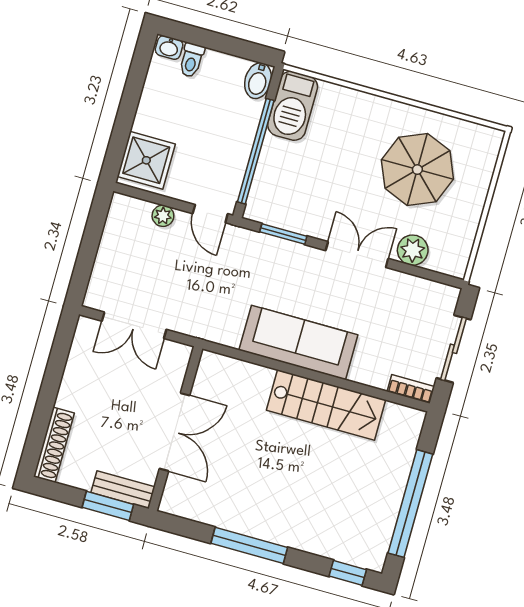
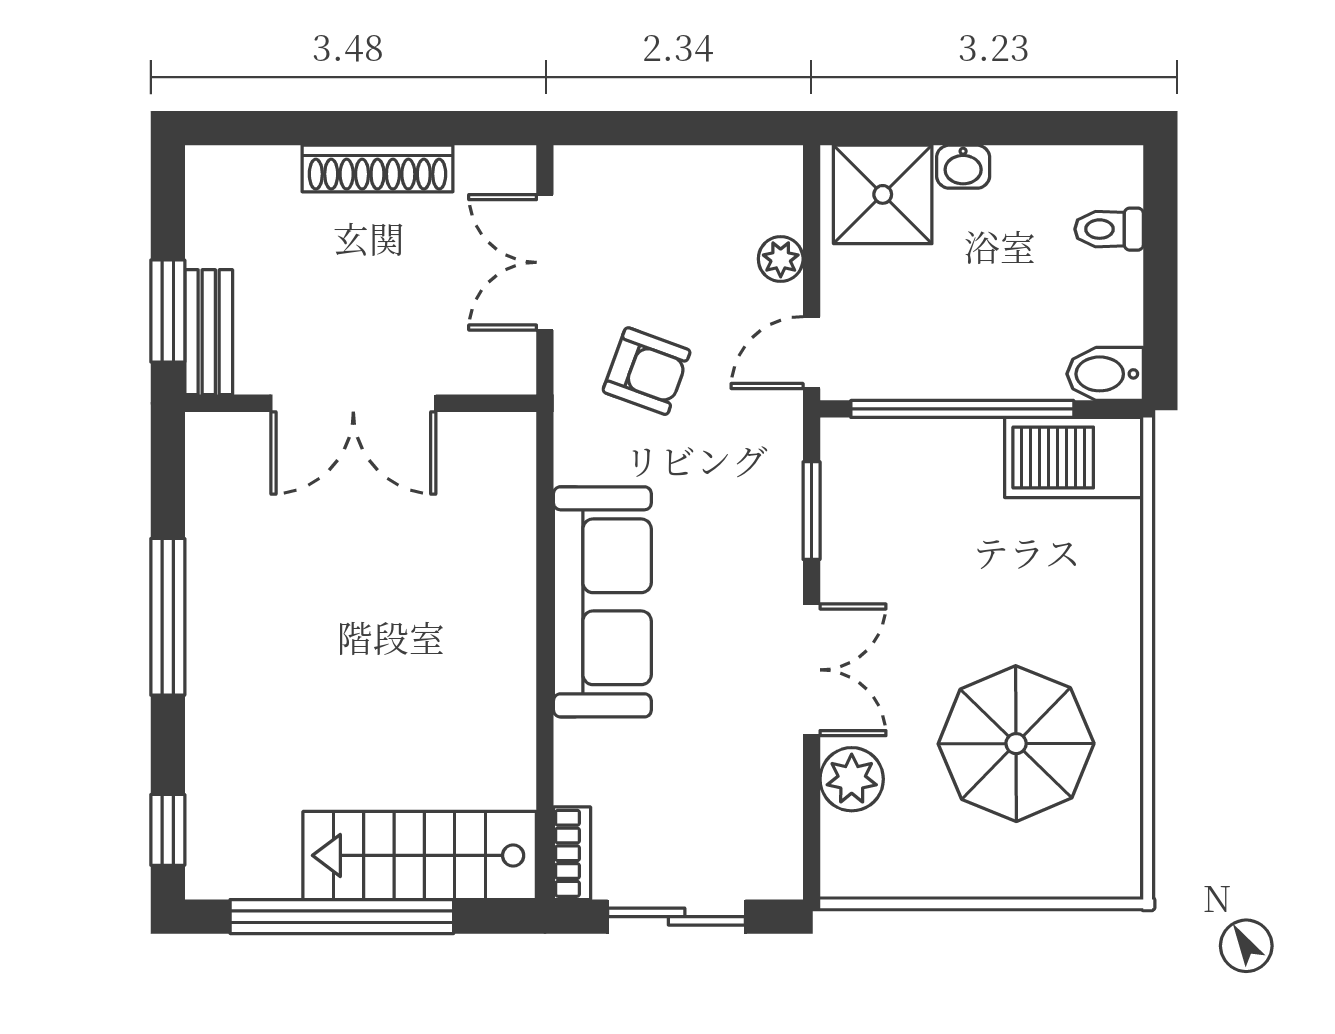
washbasin: (169, 47) -> (963, 167), moved, turned -90
armchair: (197, 292) -> (647, 371), added
stairs: (326, 405) -> (420, 855), moved, turned 90
shoe rack: (54, 445) -> (377, 168), moved

